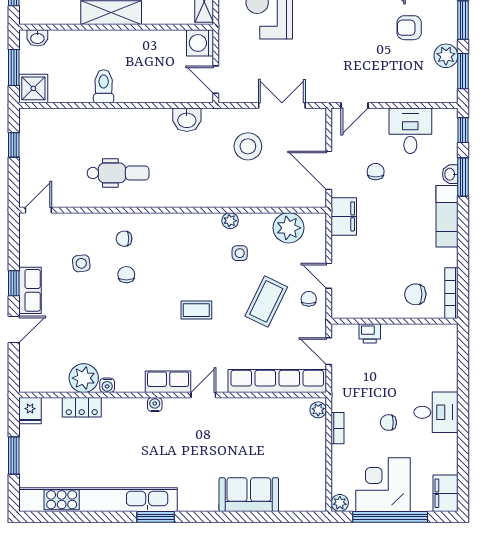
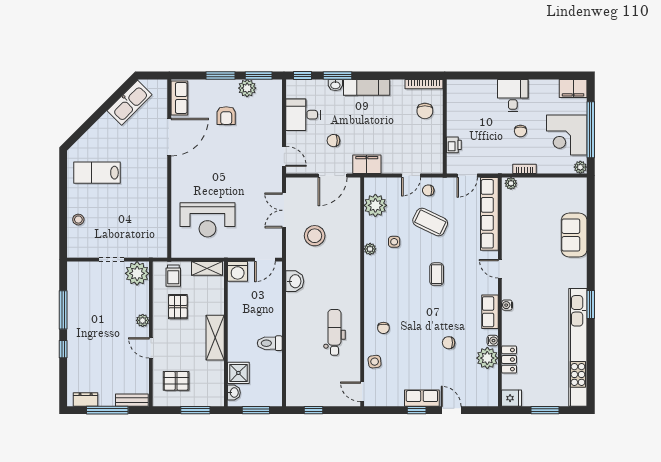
shower: (33, 88) -> (238, 373), moved
side table: (81, 263) -> (375, 362), moved
chair: (126, 275) -> (449, 343), moved
row of seats: (168, 382) -> (490, 312), moved

